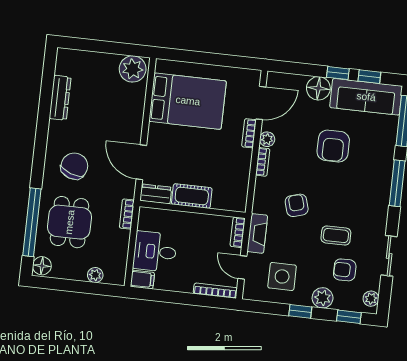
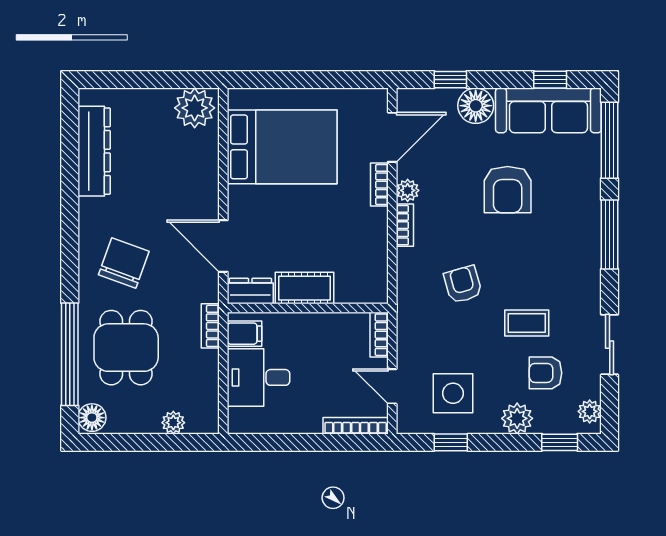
window: (338, 73) -> (450, 80), moved
dresser: (60, 98) -> (94, 151), width x1.37, depth x1.24
fireplace: (257, 233) -> (409, 333), removed
filing cabinet: (142, 279) -> (245, 334), moved
window: (300, 311) -> (451, 442), moved

